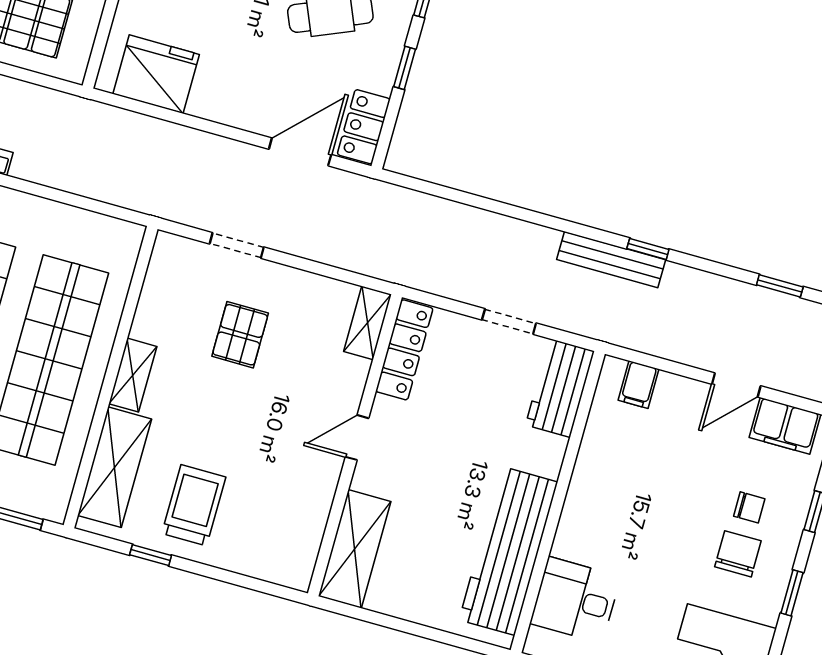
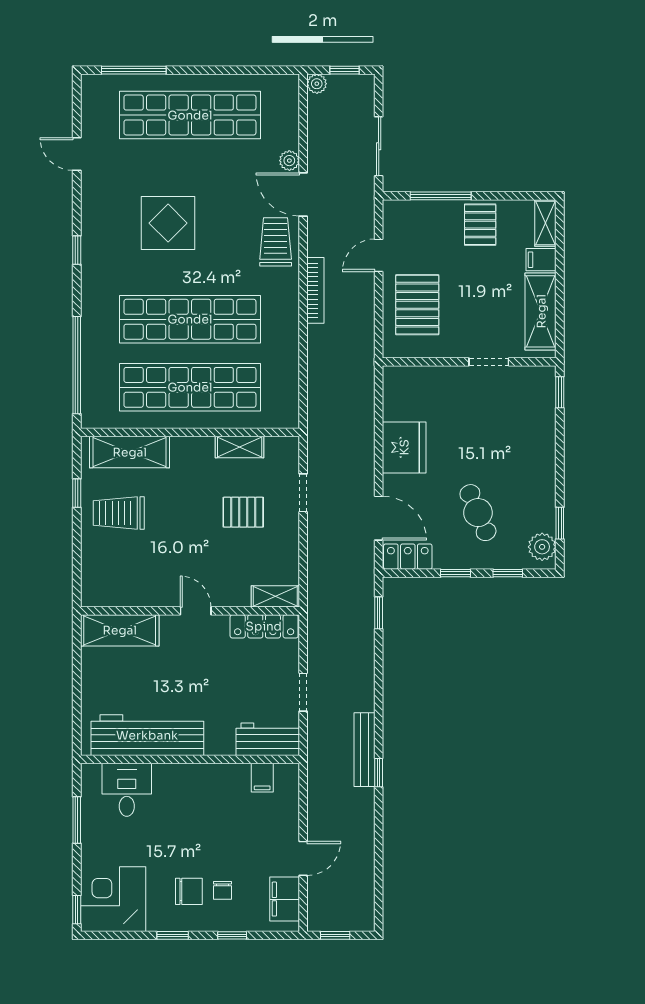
fridge: (156, 74) -> (404, 447), moved
window: (780, 286) -> (379, 613), moved
shelving: (133, 375) -> (240, 447), moved
filing cabinet: (639, 385) -> (262, 778), moved, turned -90
door: (736, 385) -> (303, 858), swing flipped
trolley: (194, 505) -> (119, 513), turned 180

